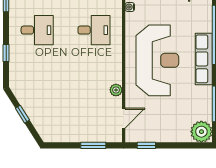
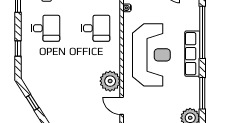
plant: (116, 90) -> (110, 81), width x1.88, depth x1.88
door: (124, 118) -> (122, 106), swing flipped

